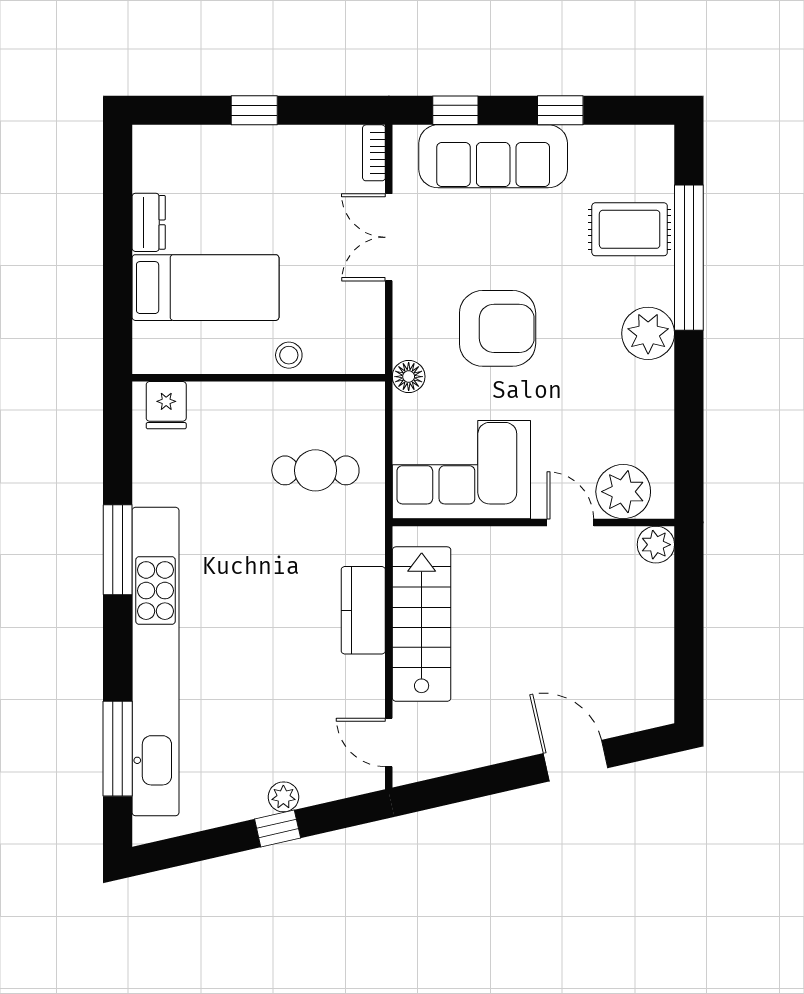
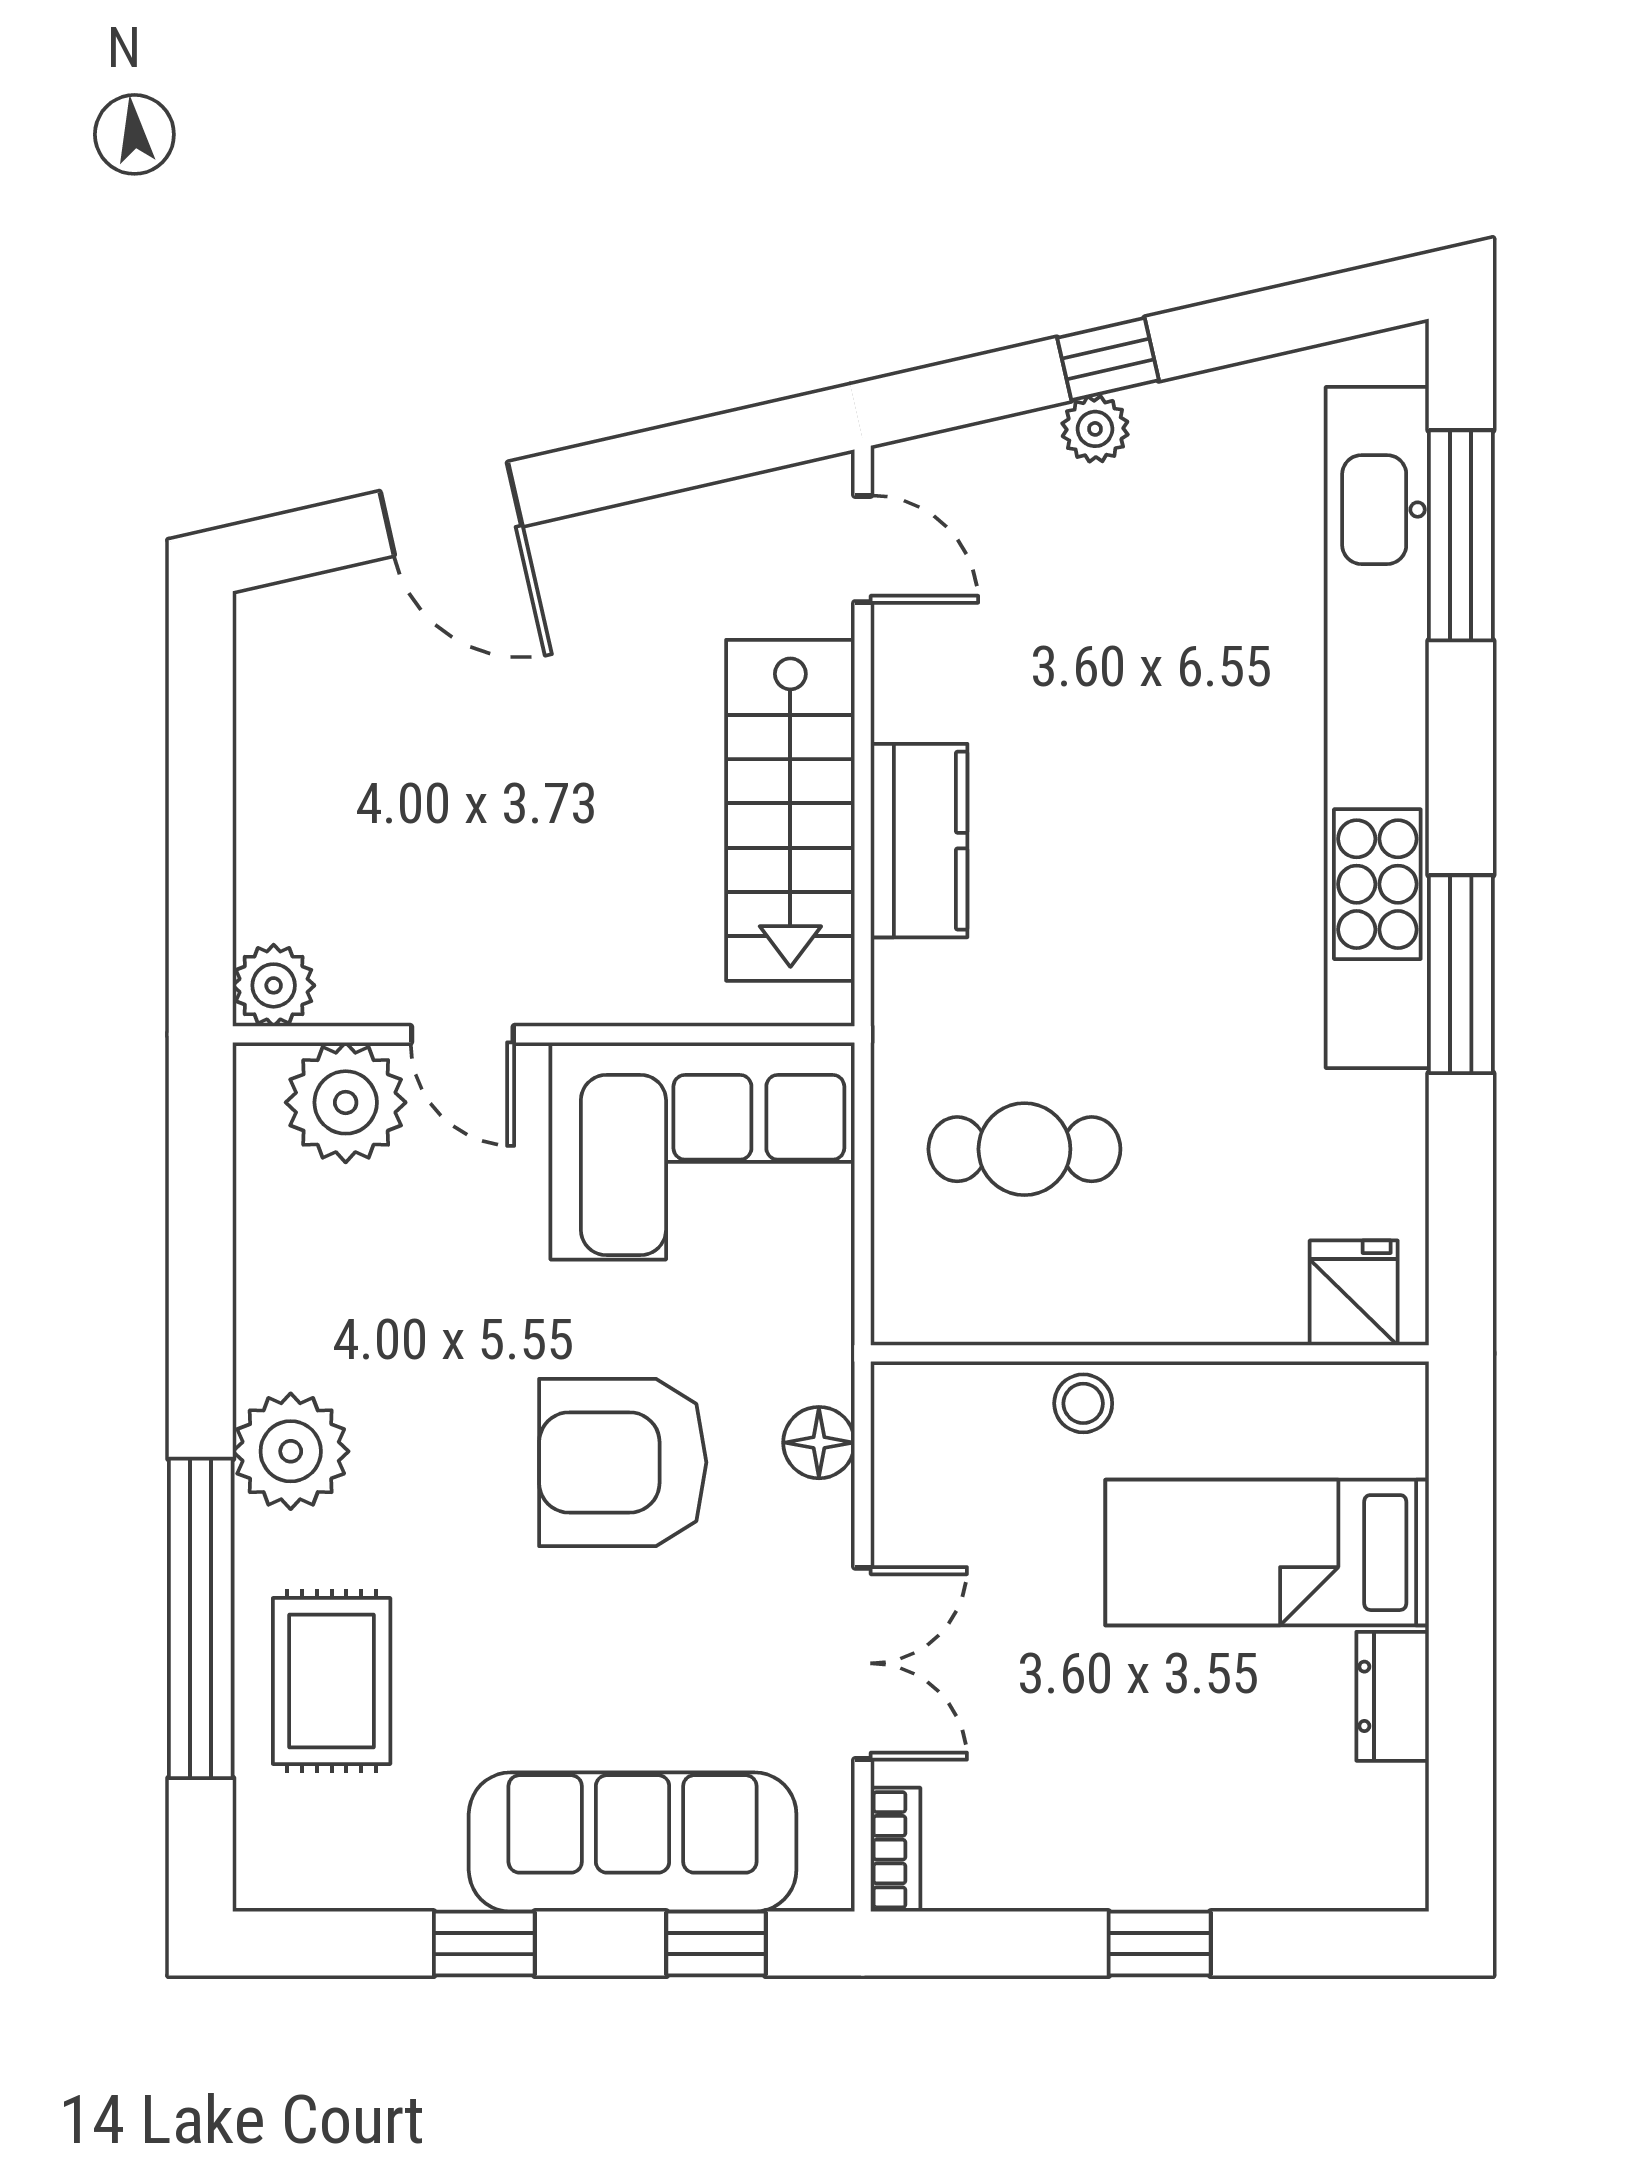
rug: (630, 229) -> (332, 1681), turned 90
floor lamp: (409, 377) -> (819, 1443), moved

